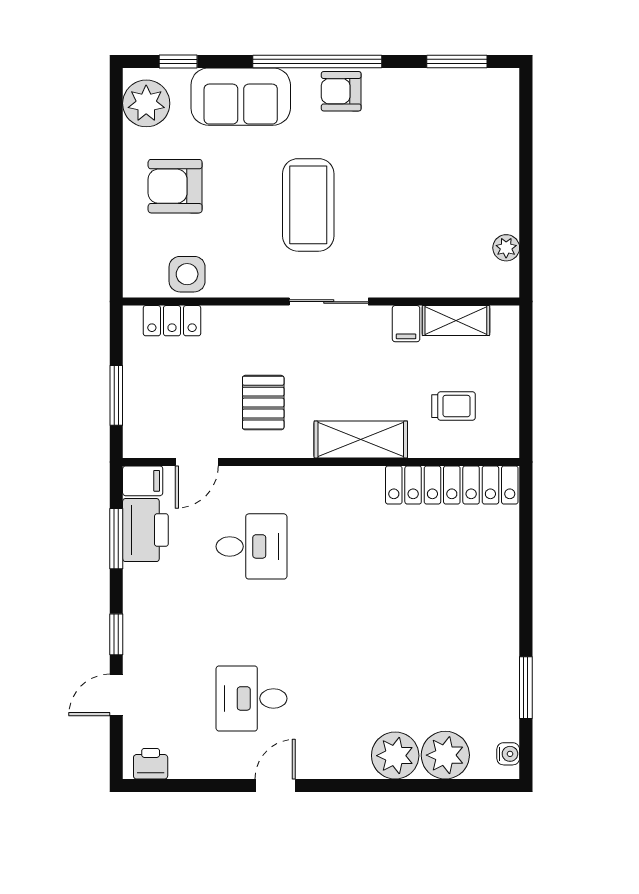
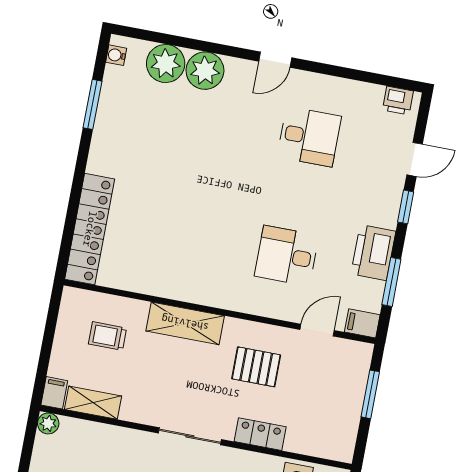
plant: (506, 248) -> (48, 423), moved
locker: (172, 321) -> (260, 434), moved
filing cabinet: (406, 324) -> (54, 393), moved
pallet: (263, 403) -> (256, 367), turned 90
locker: (452, 485) -> (90, 229), moved, turned 90
printer: (145, 530) -> (373, 253), moved
door: (275, 786) -> (275, 60), moved

